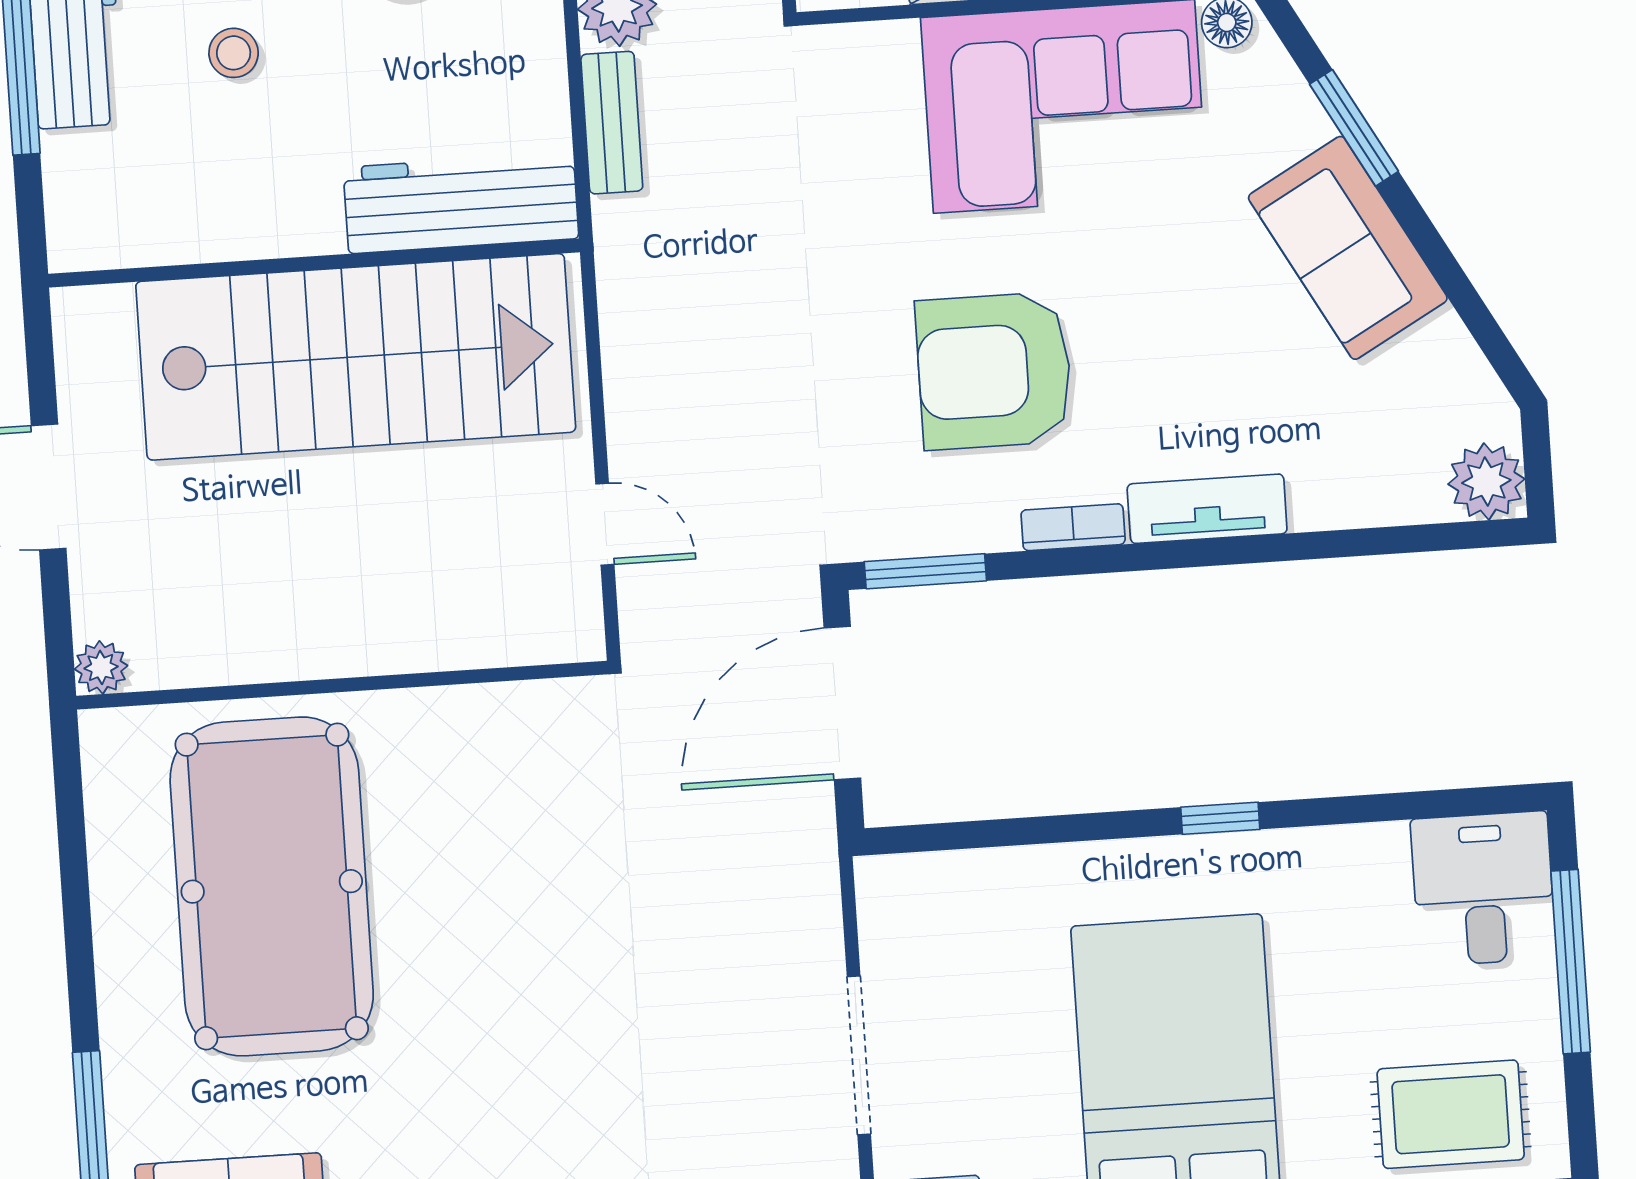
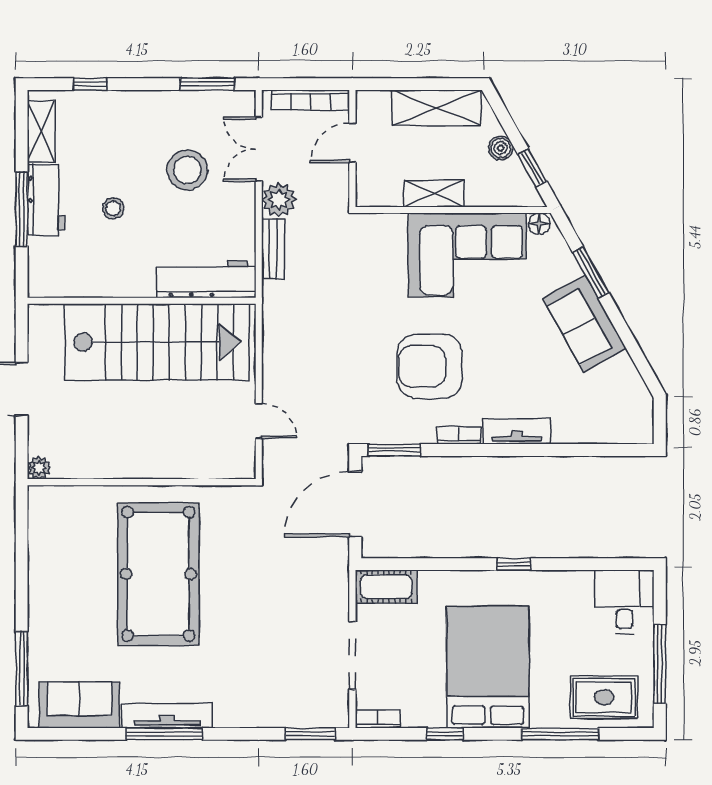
plant: (1486, 482) -> (637, 428), removed
pool table: (272, 886) -> (158, 574), moved
cot: (927, 890) -> (386, 587), added
window: (1571, 962) -> (660, 664), moved

